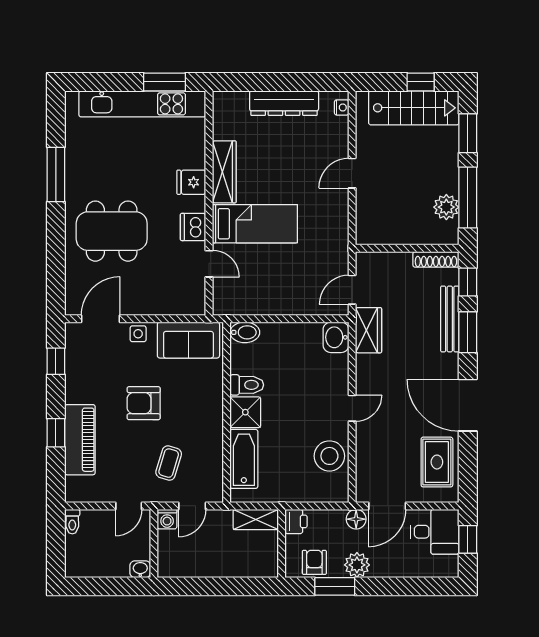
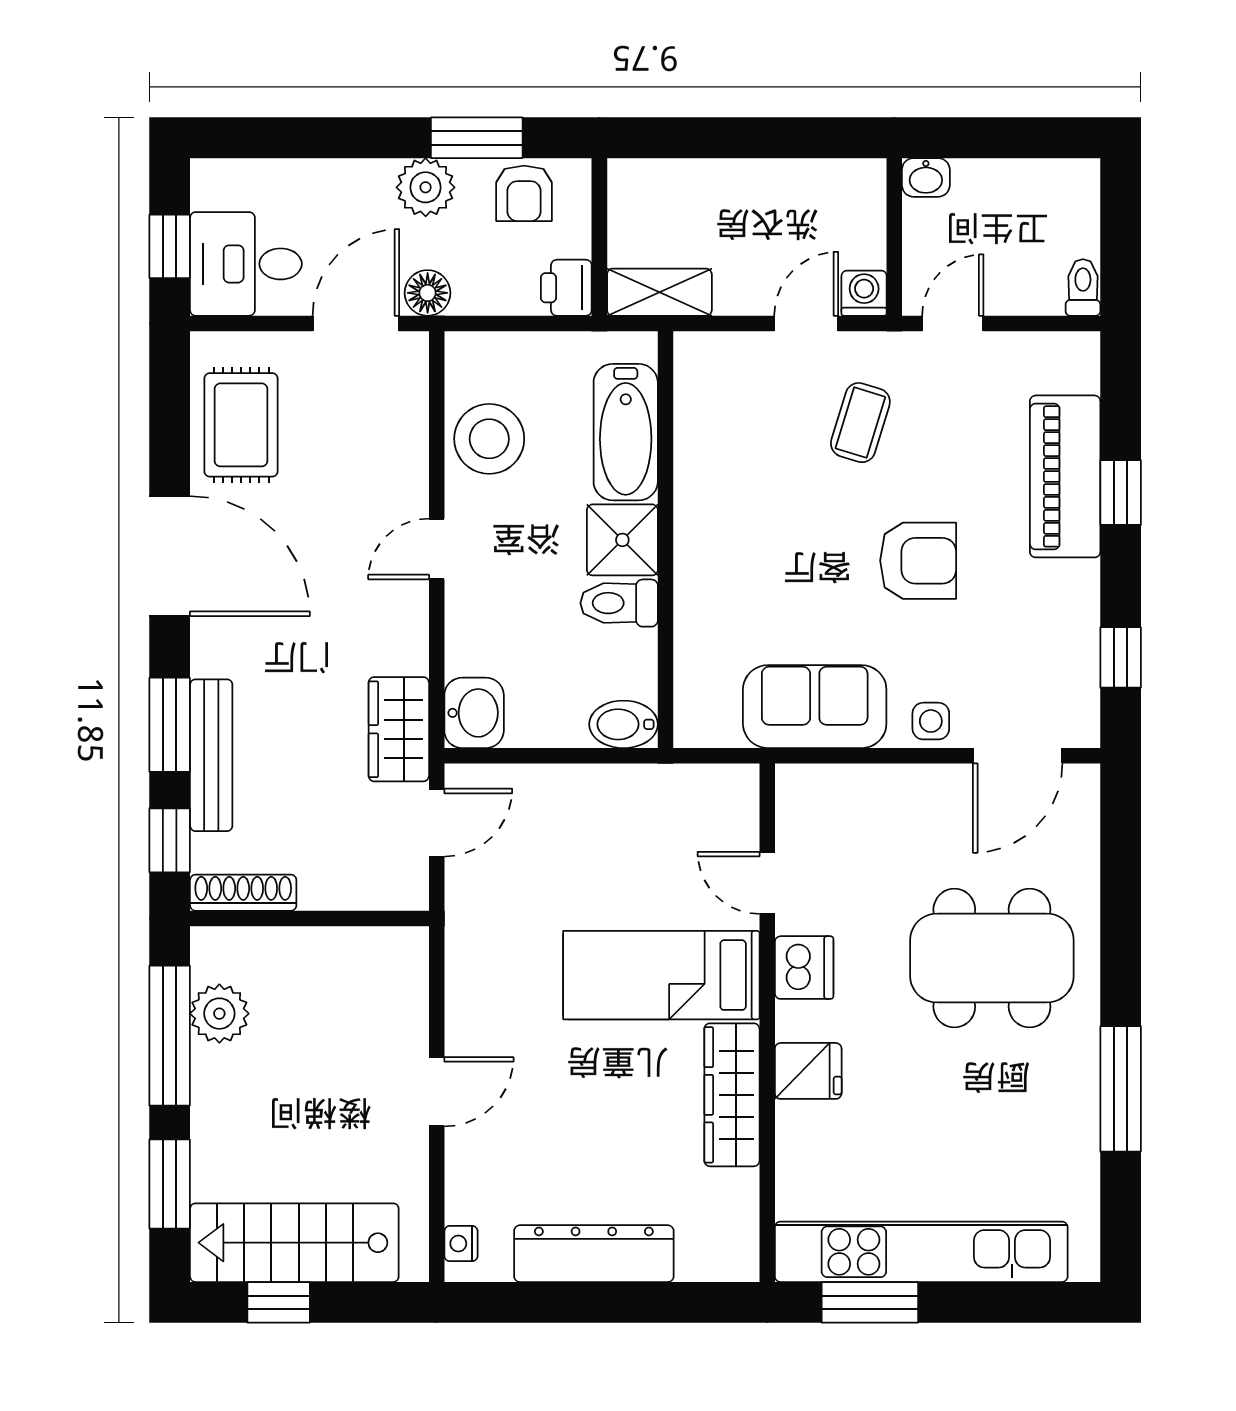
bidet: (245, 332) -> (623, 724), moved
toilet: (247, 385) -> (619, 603), moved
wall: (227, 412) -> (665, 540), moved
shower: (245, 412) -> (622, 540), moved
bathtub: (244, 459) -> (626, 432), moved

